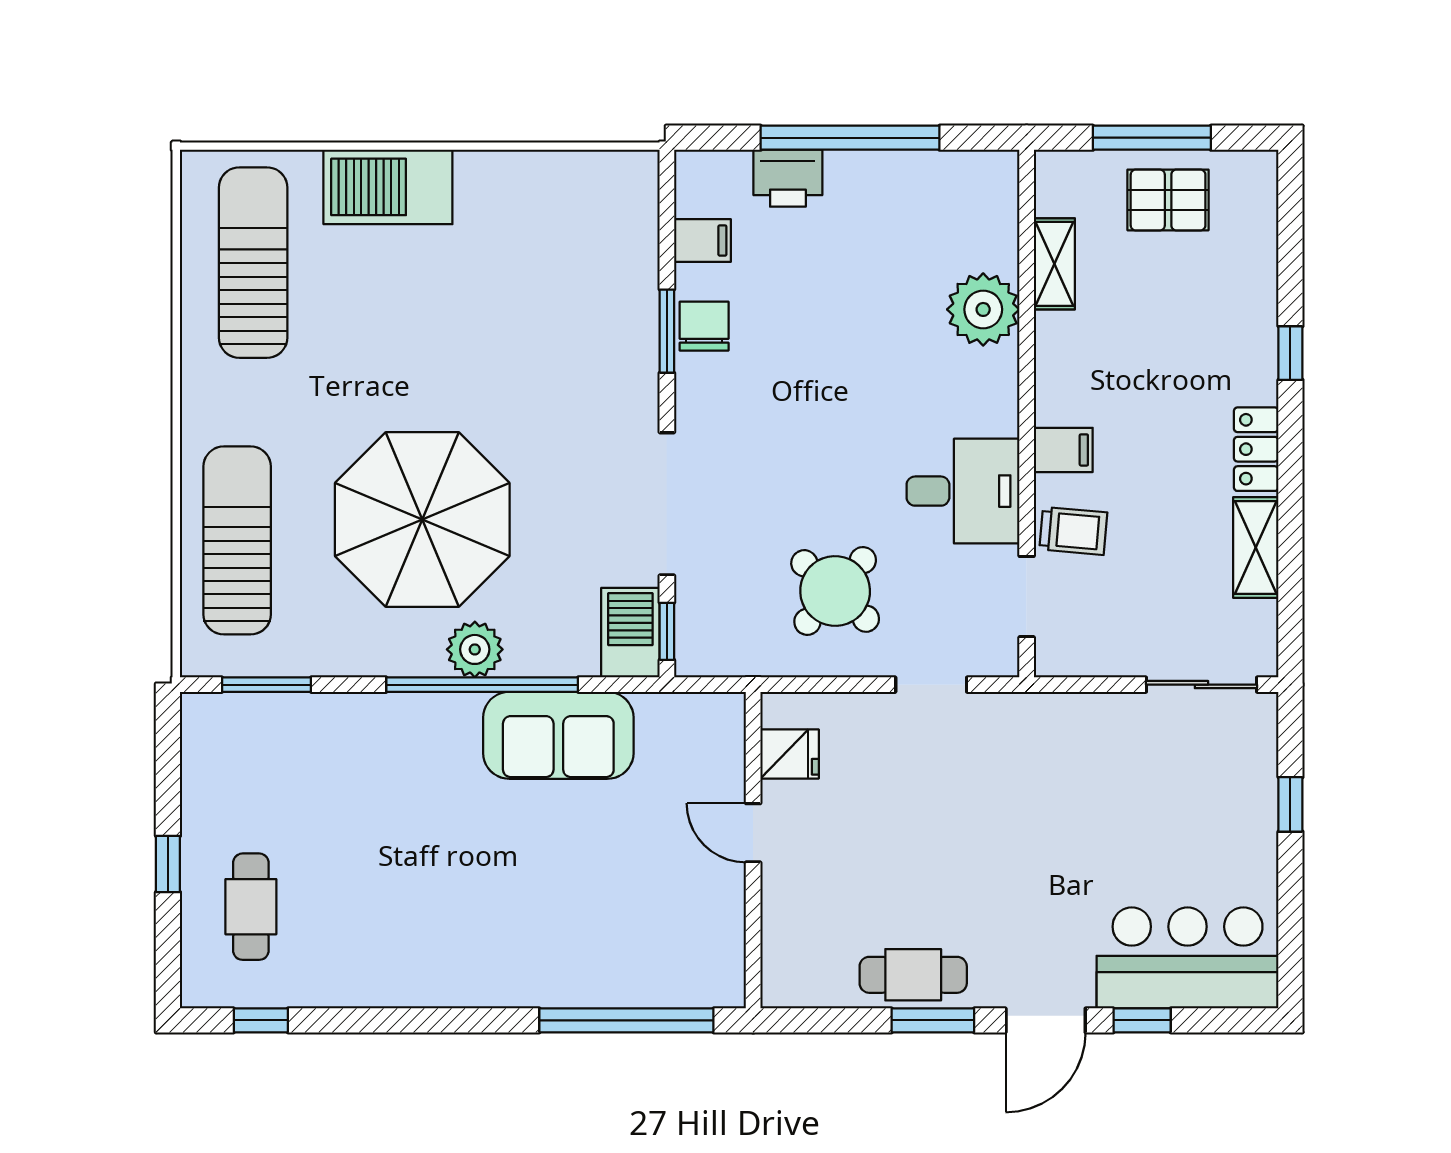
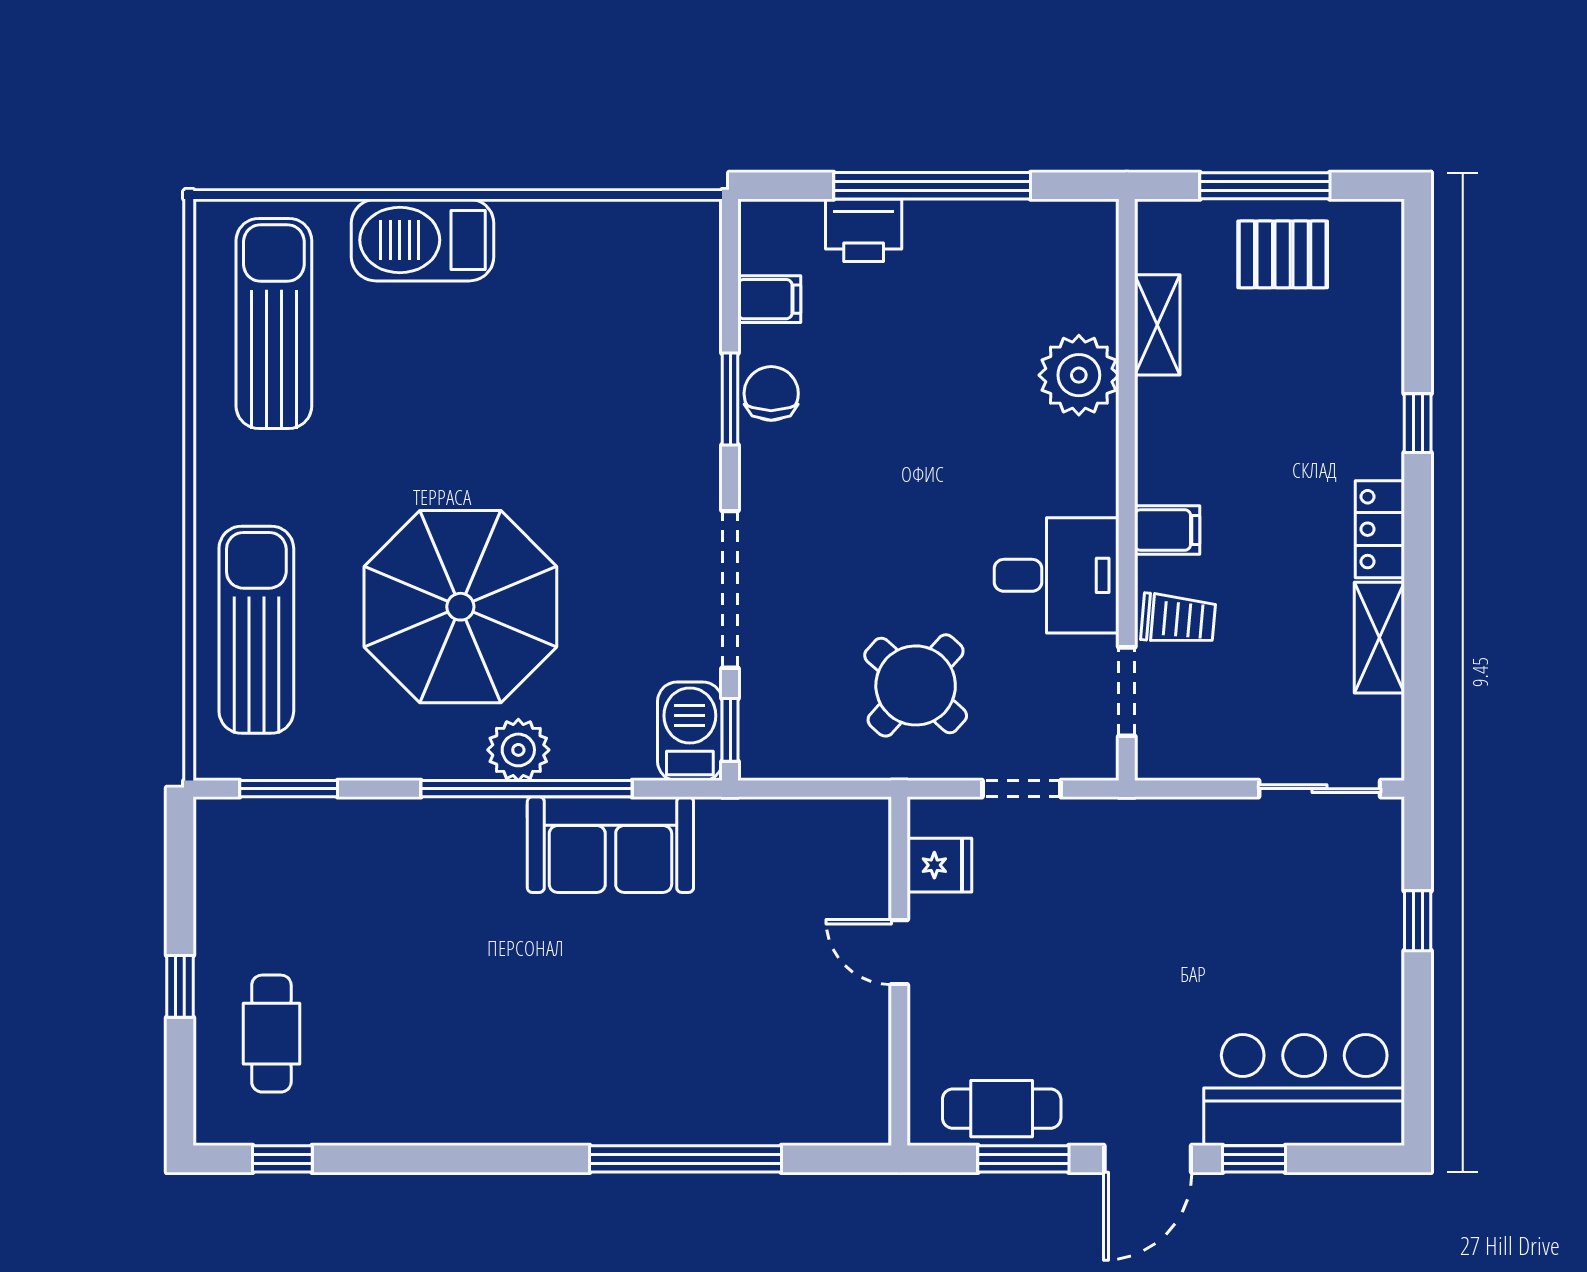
fridge: (790, 754) -> (939, 865), moved
door: (753, 833) -> (899, 952), moved
wall: (753, 850) -> (899, 971), moved

